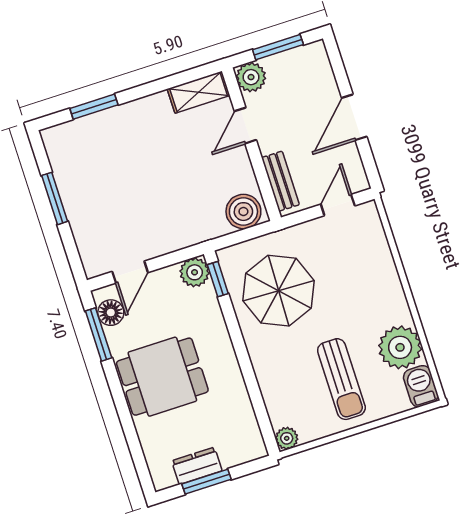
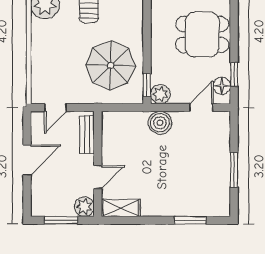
boiler: (243, 212) -> (160, 123), moved
window: (99, 334) -> (234, 74), width x0.67

